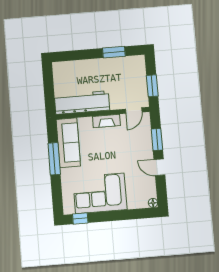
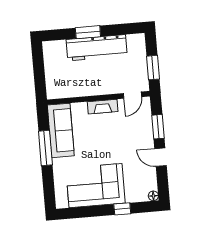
window: (114, 52) -> (88, 32), moved
workbench: (82, 103) -> (97, 48), moved, turned 180
window: (80, 219) -> (122, 209), moved

